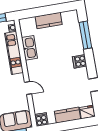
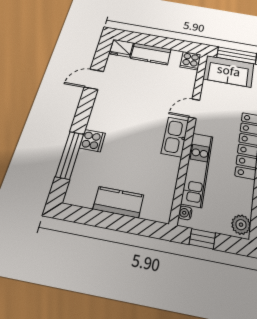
kitchen sink: (29, 48) -> (175, 137), moved
cooker: (80, 61) -> (92, 141), moved
door: (28, 88) -> (194, 109), hinge flipped

